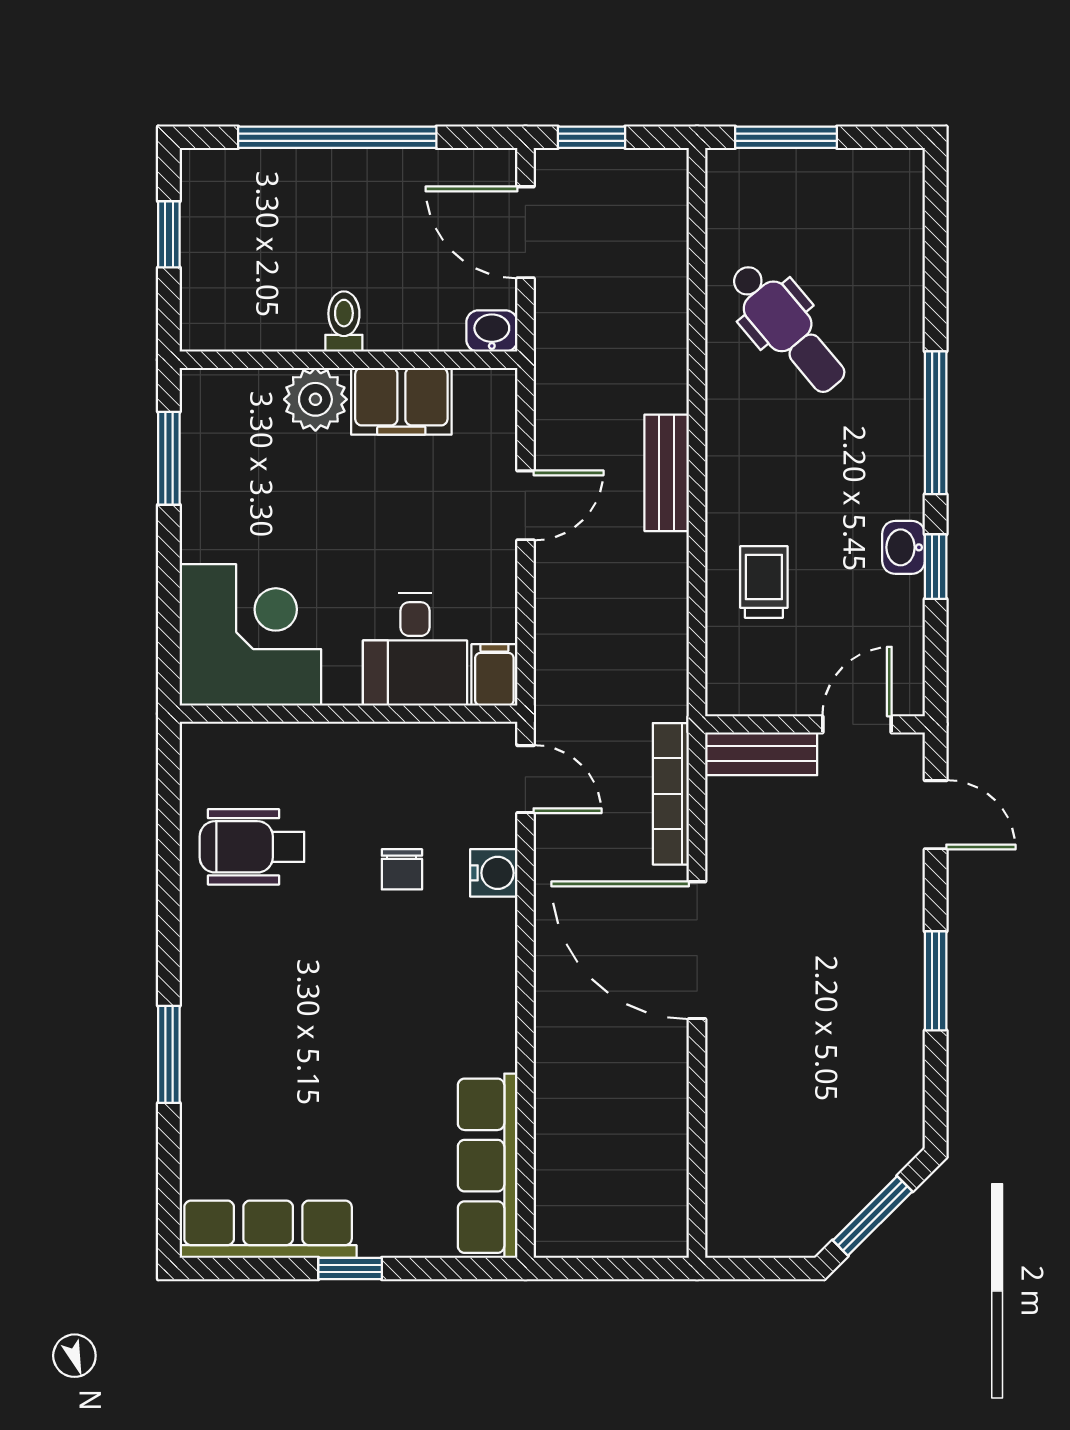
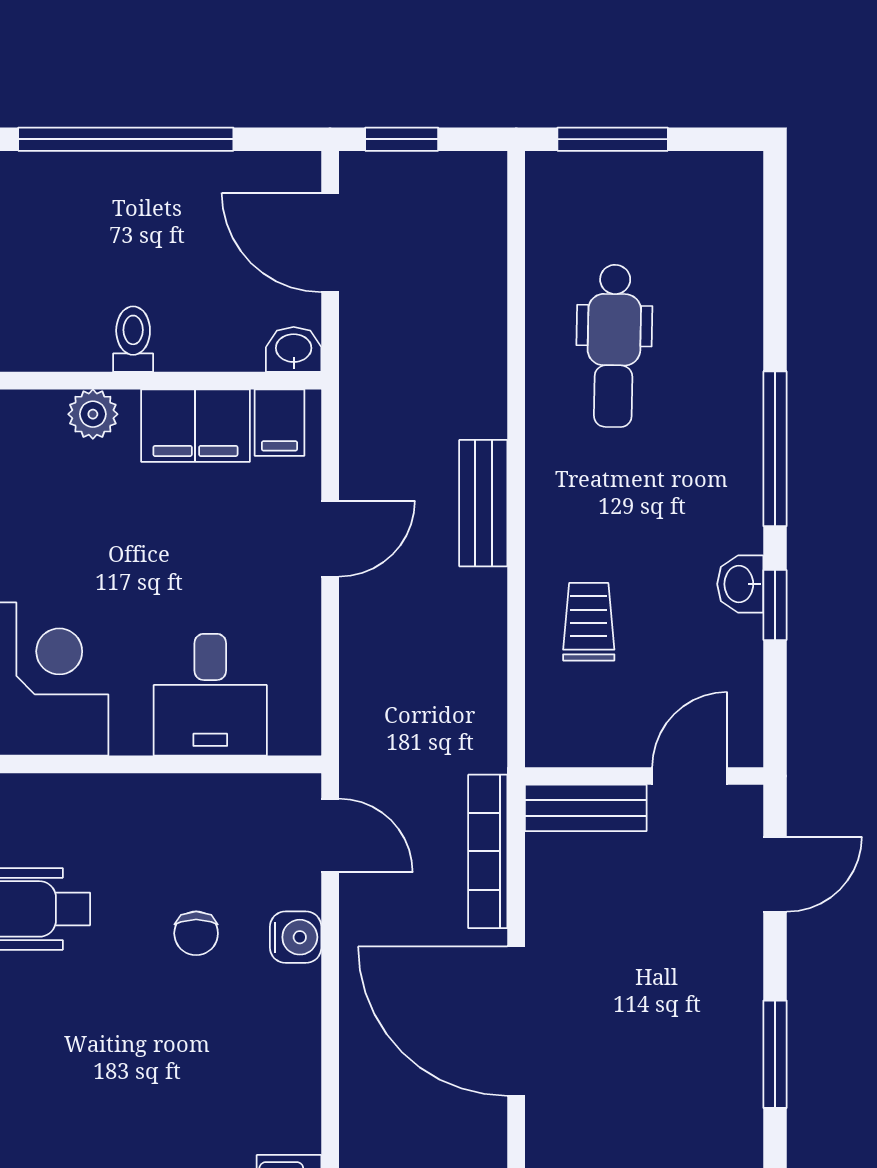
dental chair: (787, 328) -> (614, 346), turned 41
plant: (315, 399) -> (93, 414), width x0.73, depth x0.73
filing cabinet: (494, 675) -> (280, 423), moved, turned 180
door: (936, 815) -> (775, 874), hinge flipped

